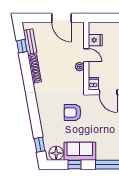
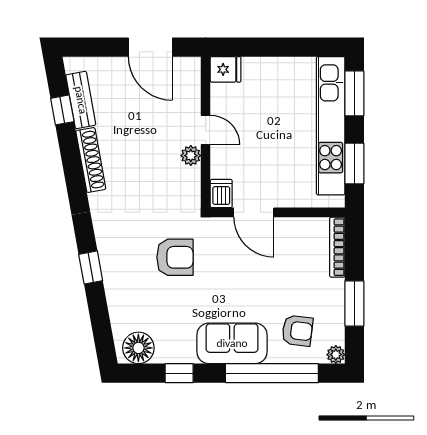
fridge: (95, 40) -> (226, 69), moved
armchair: (73, 112) -> (175, 257), turned 180
window: (40, 145) -> (91, 268), moved
sofa: (80, 151) -> (232, 343), moved

